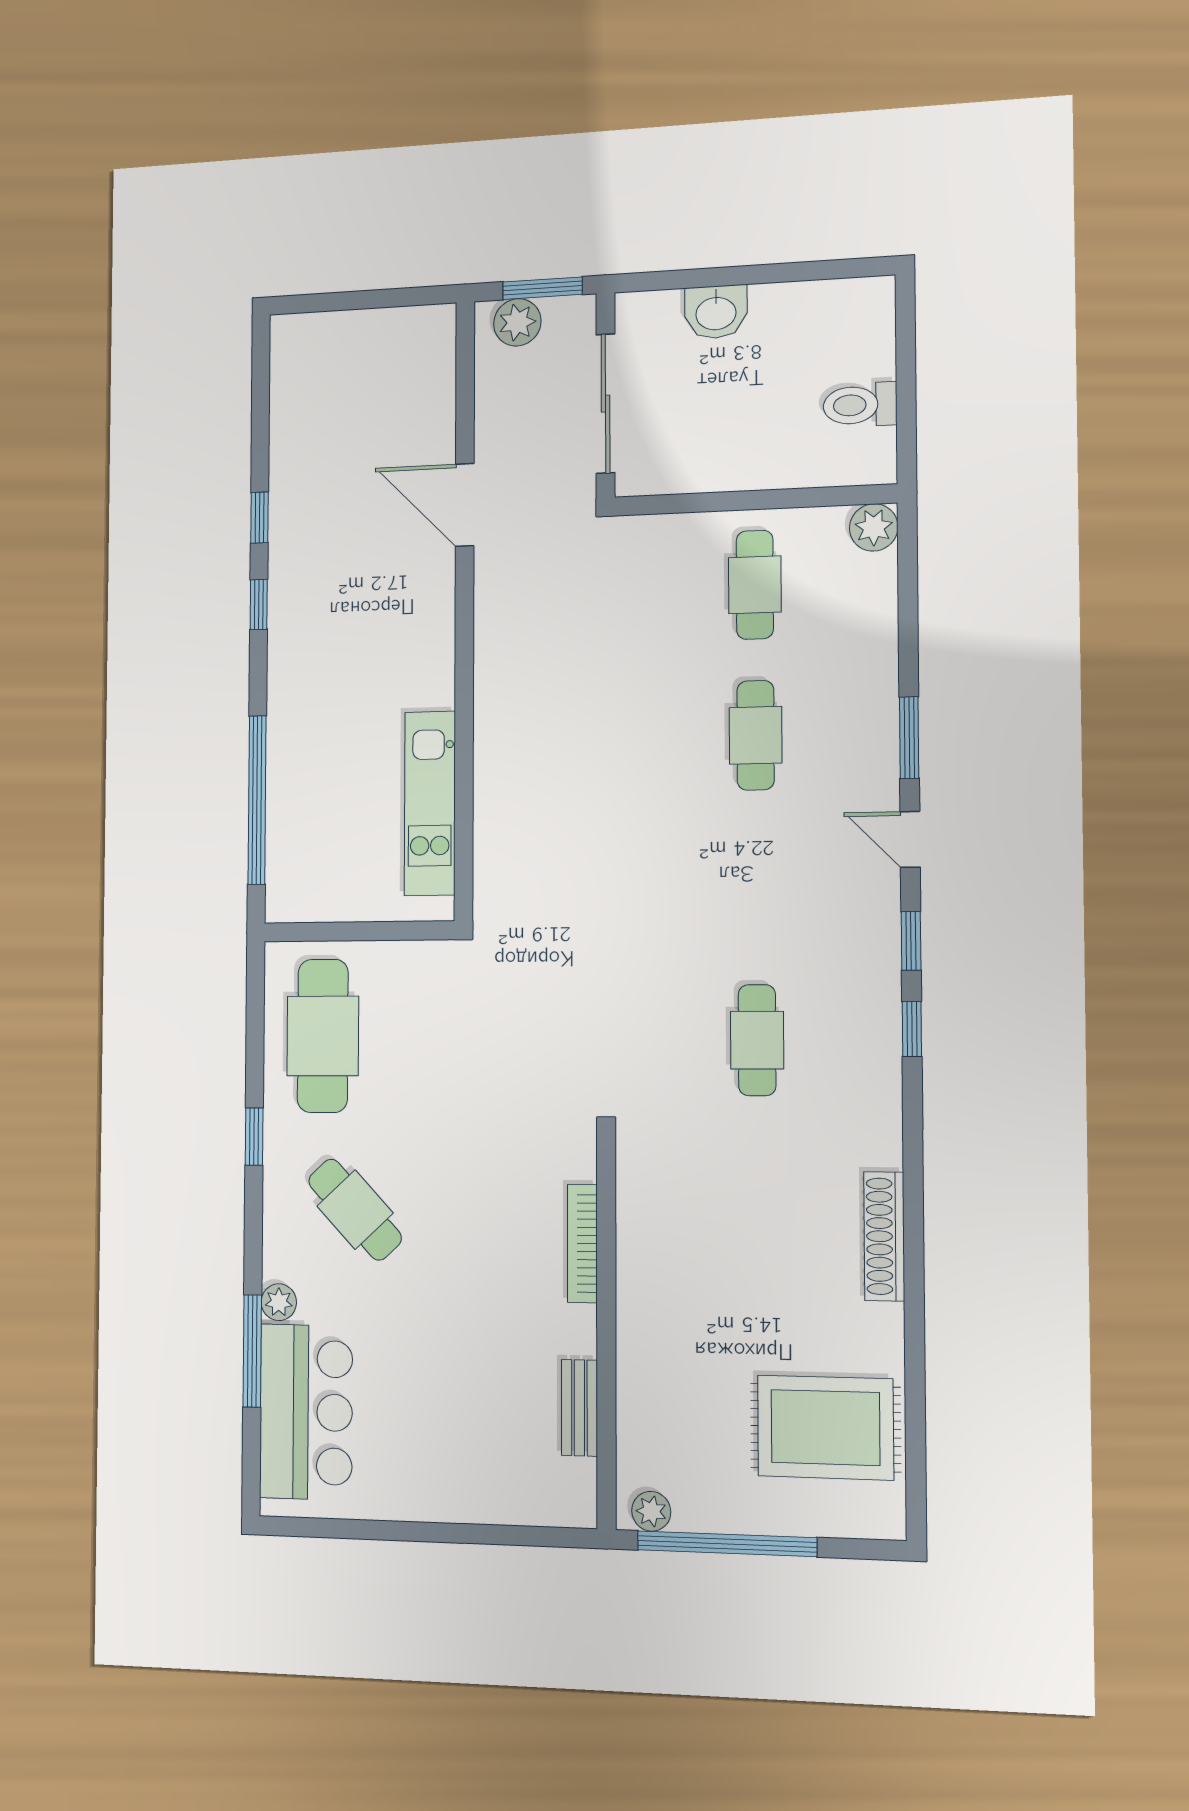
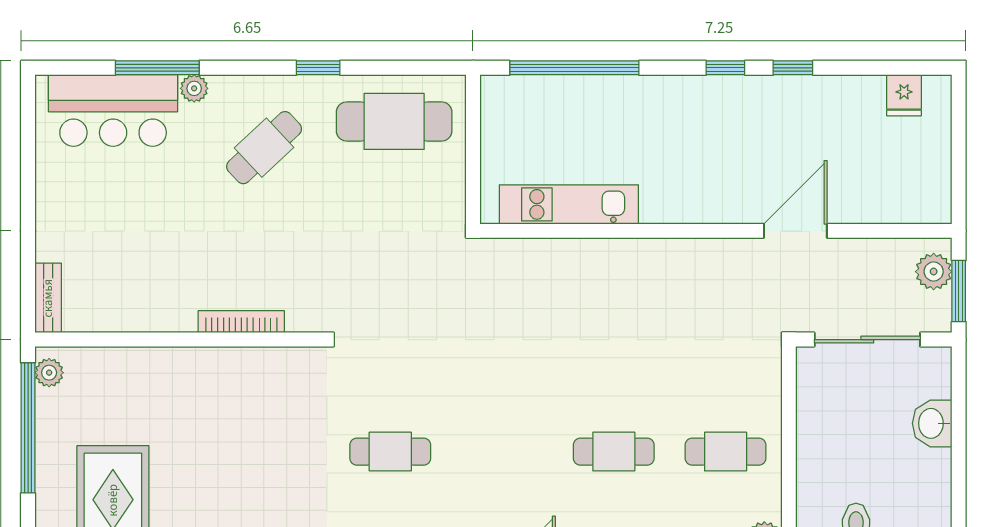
fridge: (295, 374) -> (904, 95), added
bench: (579, 1408) -> (48, 298), moved, turned 90

